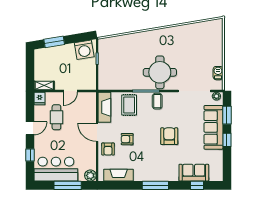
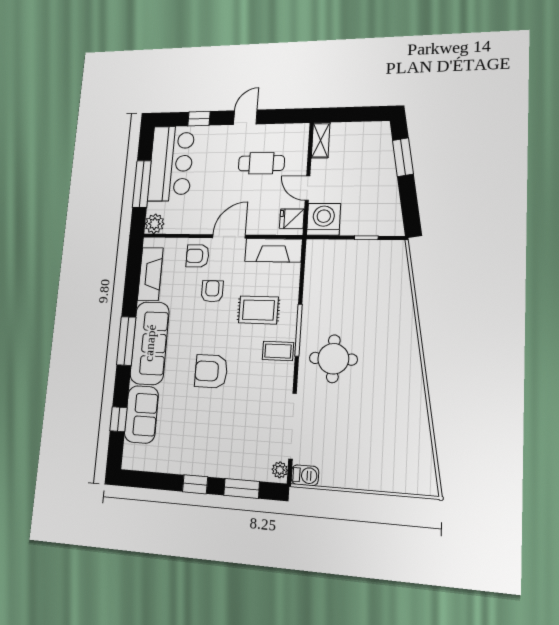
washing machine: (84, 50) -> (324, 219), moved, turned 99
round table: (160, 72) -> (333, 359), width x0.73, depth x0.73
barbecue: (218, 73) -> (305, 475), moved
fridge: (40, 98) -> (292, 219), moved
rug: (129, 105) -> (258, 310), moved
sofa: (213, 127) -> (150, 343), moved, turned 90
door: (30, 128) -> (245, 117), swing flipped
armchair: (169, 136) -> (211, 371), turned 180

